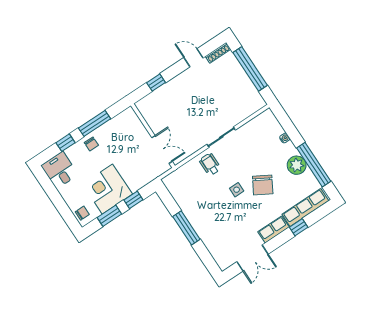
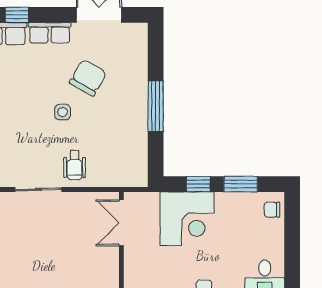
chair: (263, 185) -> (88, 78), moved
corner desk: (107, 189) -> (187, 219), moved

